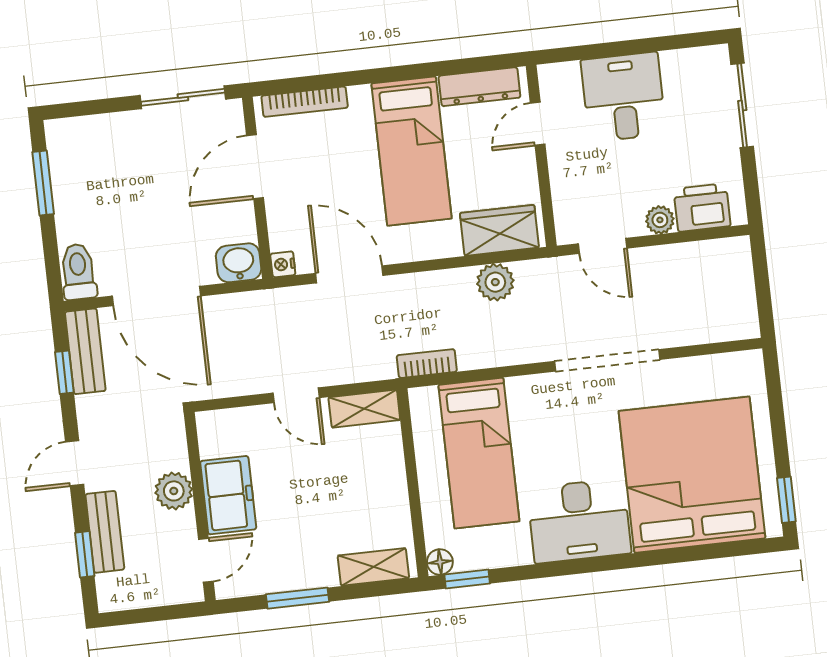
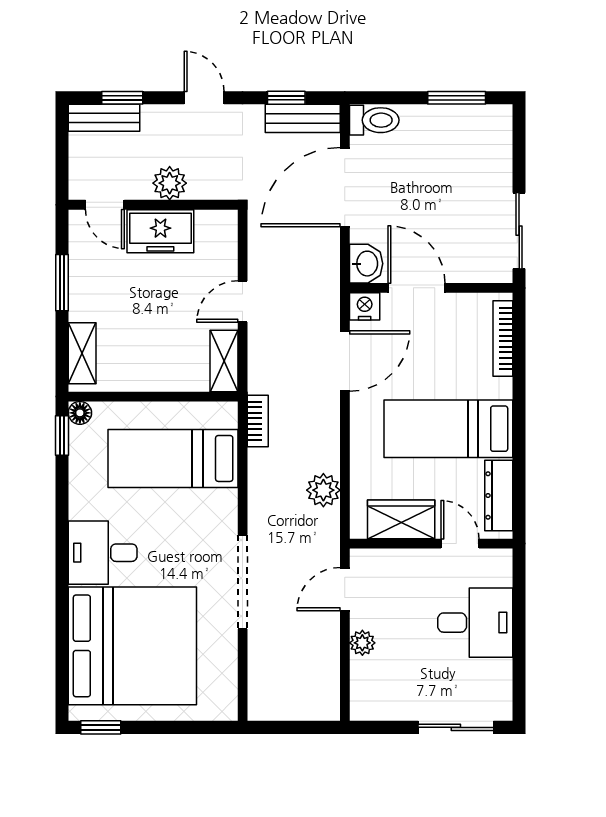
door: (255, 167) -> (416, 288), moved
printer: (702, 207) -> (369, 682), removed
wardrobe: (499, 230) -> (401, 519), moved, turned -90
nightstand: (283, 264) -> (365, 306), width x1.39, depth x1.35
desk: (579, 521) -> (103, 553), width x0.73
bench: (105, 532) -> (104, 118), moved

